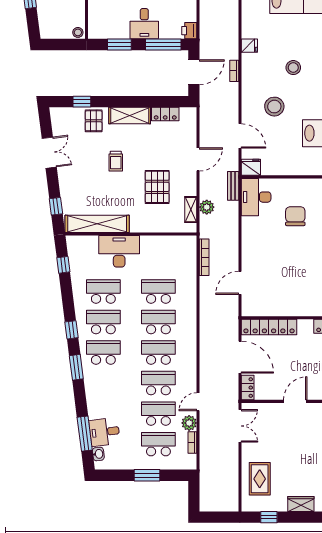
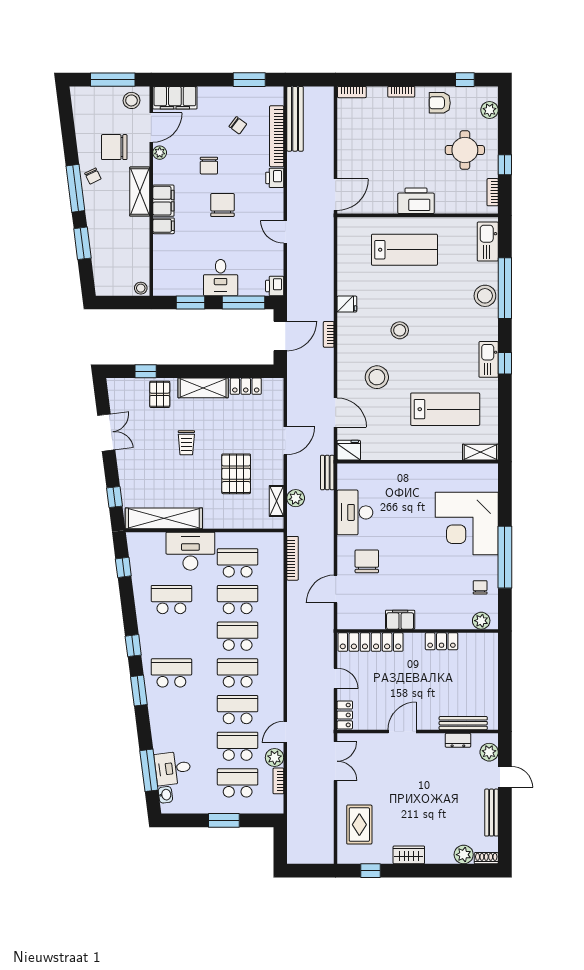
desk: (256, 197) -> (355, 512), moved
chair: (295, 216) -> (367, 561), moved
filing cabinet: (294, 308) -> (400, 620), added
school desk: (103, 322) -> (238, 563), moved
door: (240, 357) -> (336, 678), width x0.53

